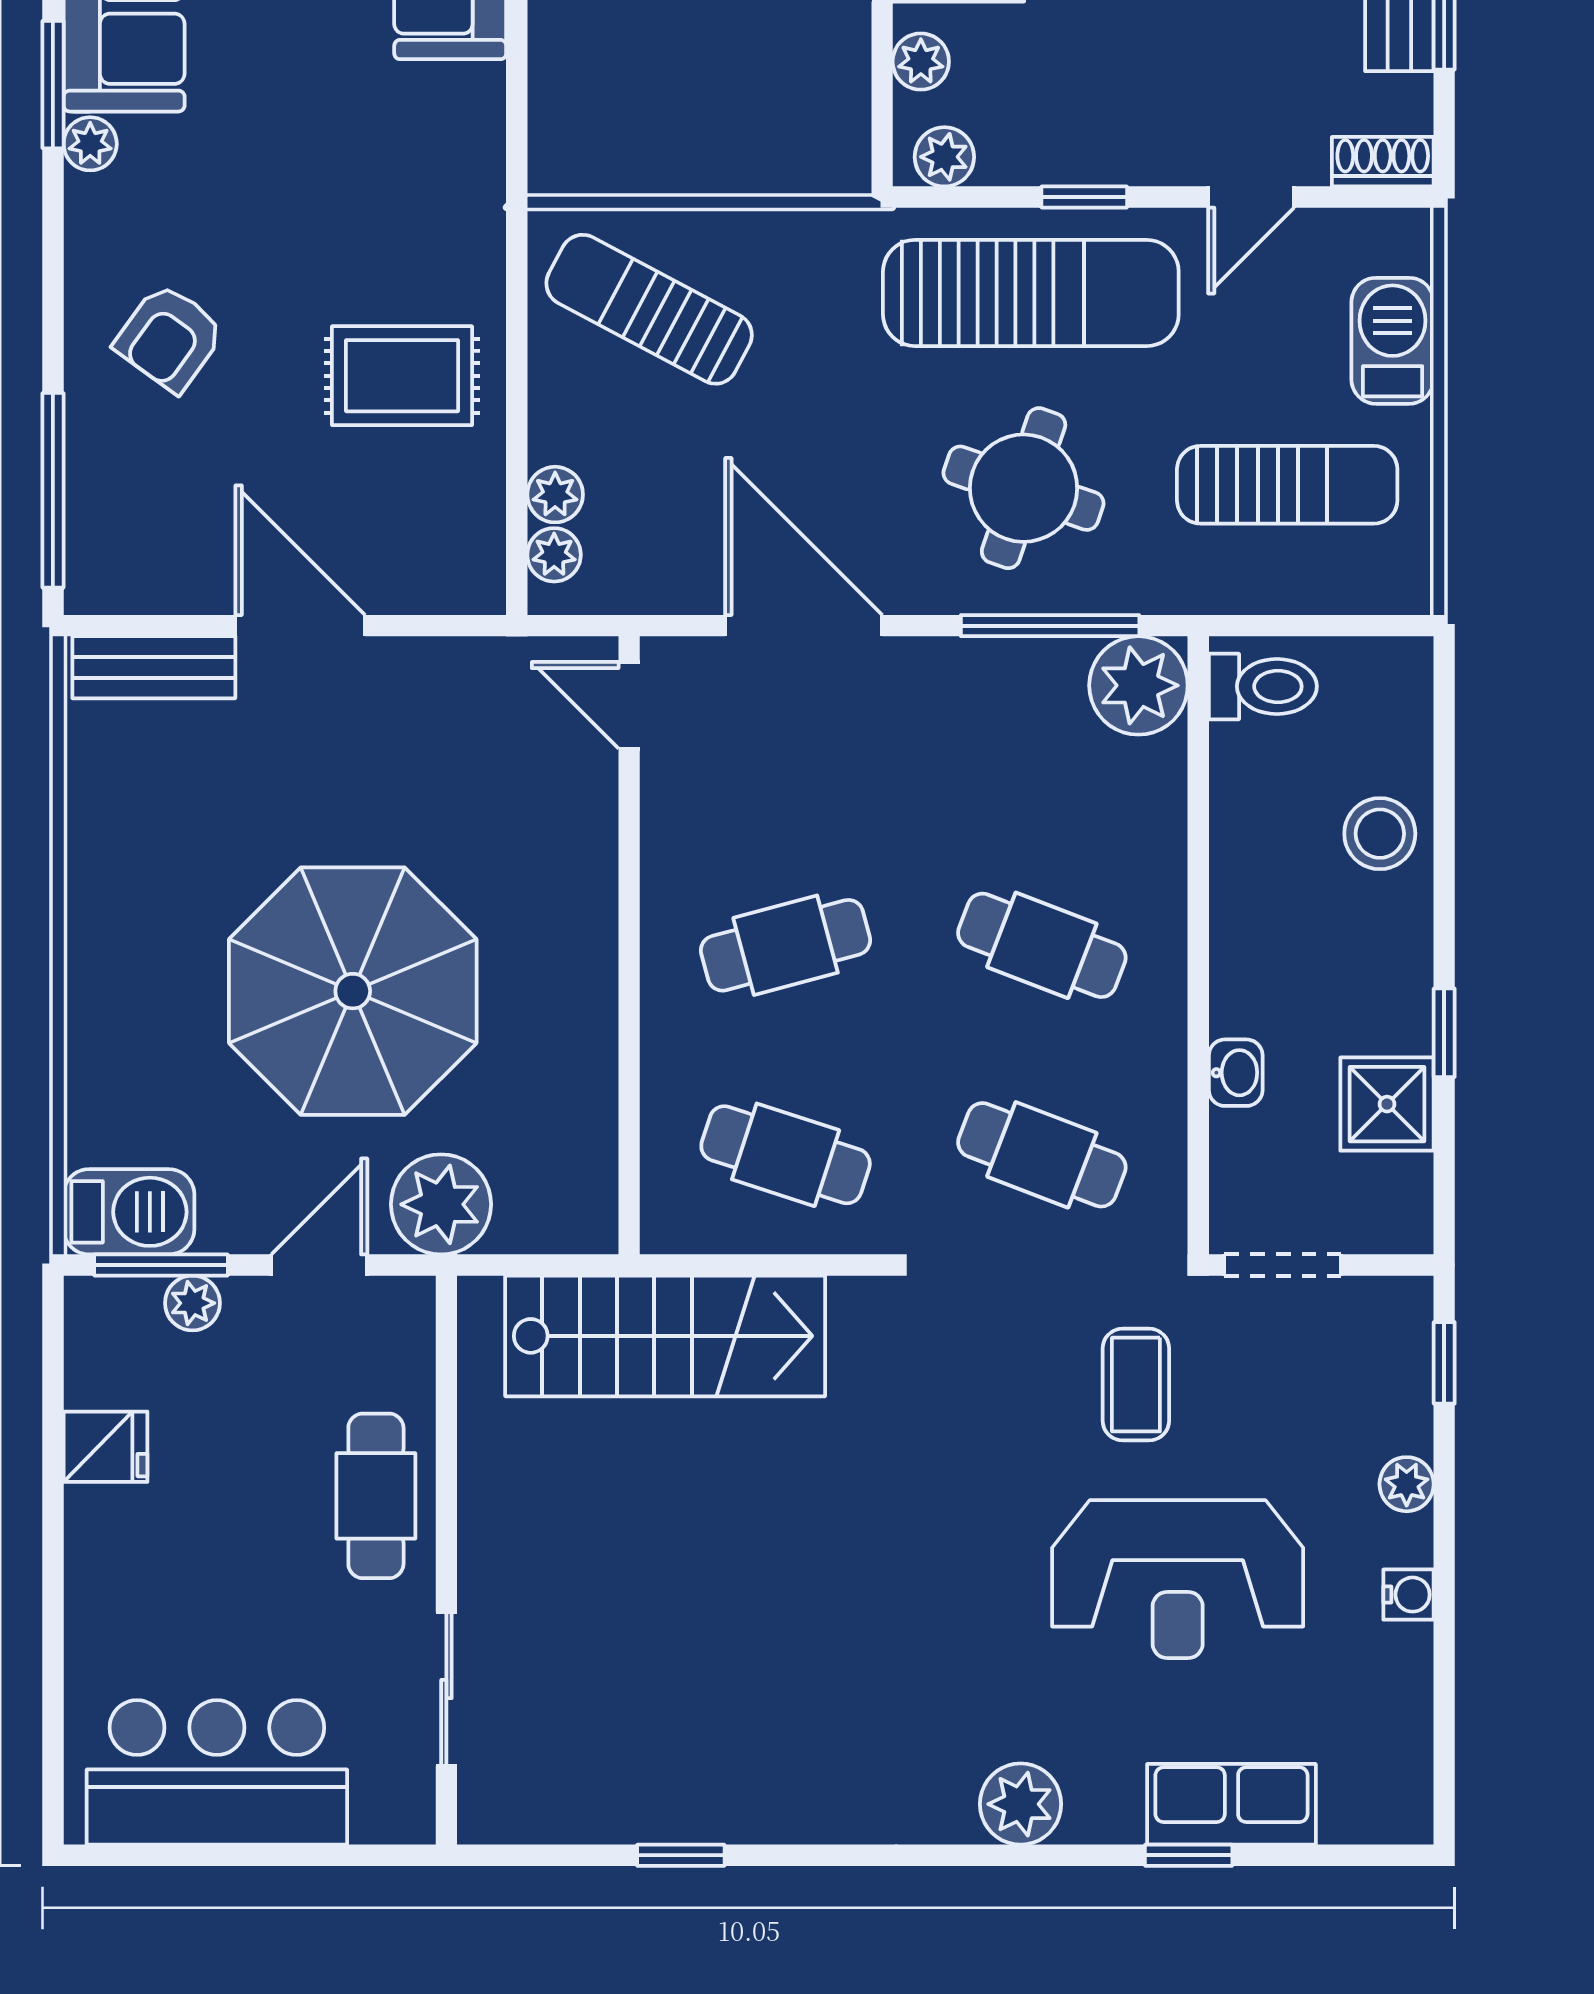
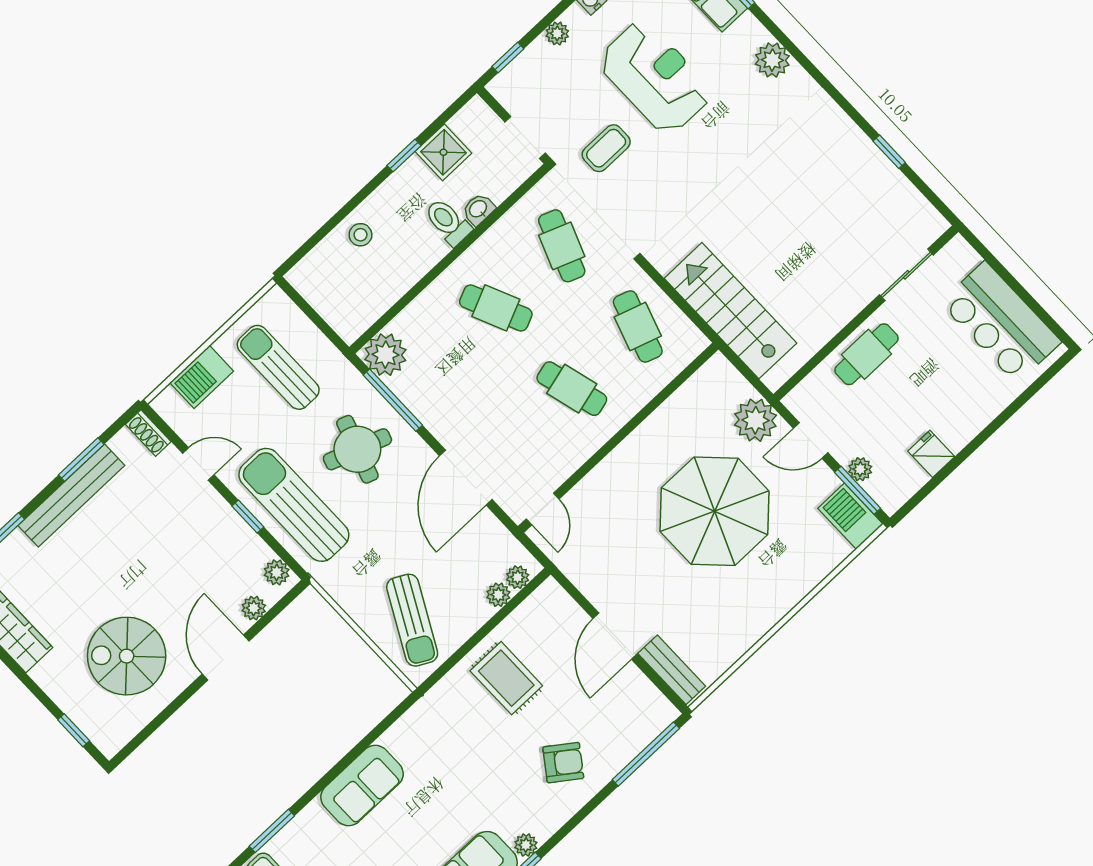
toilet: (1263, 686) -> (448, 222), moved
stool: (1380, 834) -> (360, 235), width x0.73, depth x0.73
cafe table: (1042, 945) -> (496, 308), turned -45

